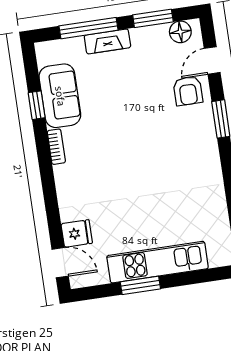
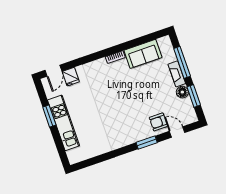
floor lamp: (180, 32) -> (182, 92), moved
window: (37, 105) -> (135, 42), removed

